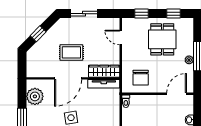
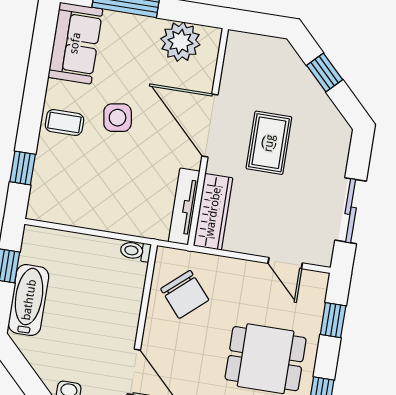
sliding door: (84, 14) -> (351, 211), moved
door: (121, 38) -> (285, 263), swing flipped
chair: (141, 78) -> (185, 294), turned -131

